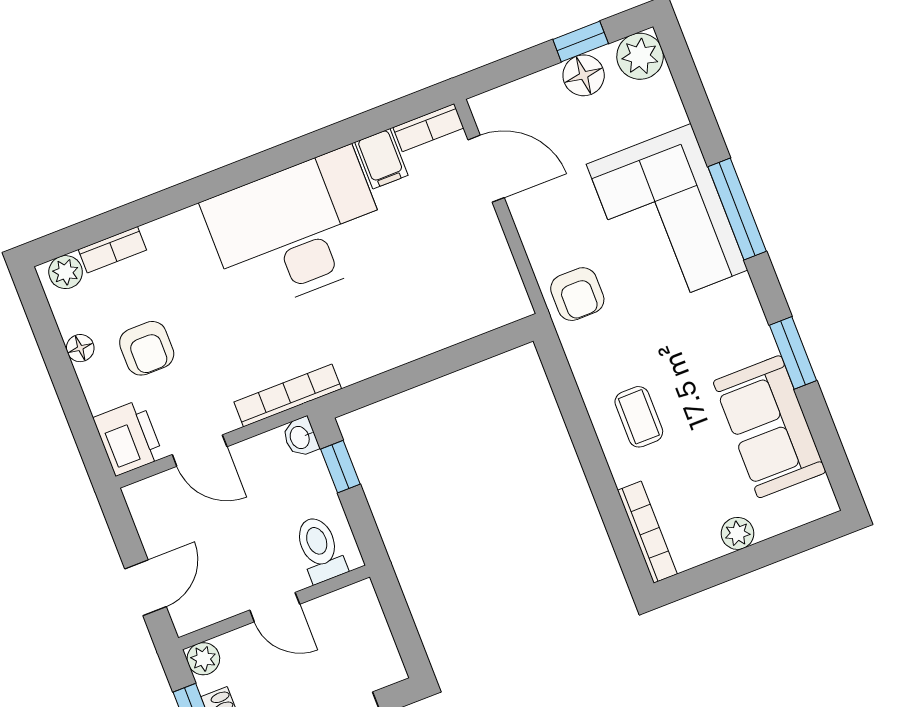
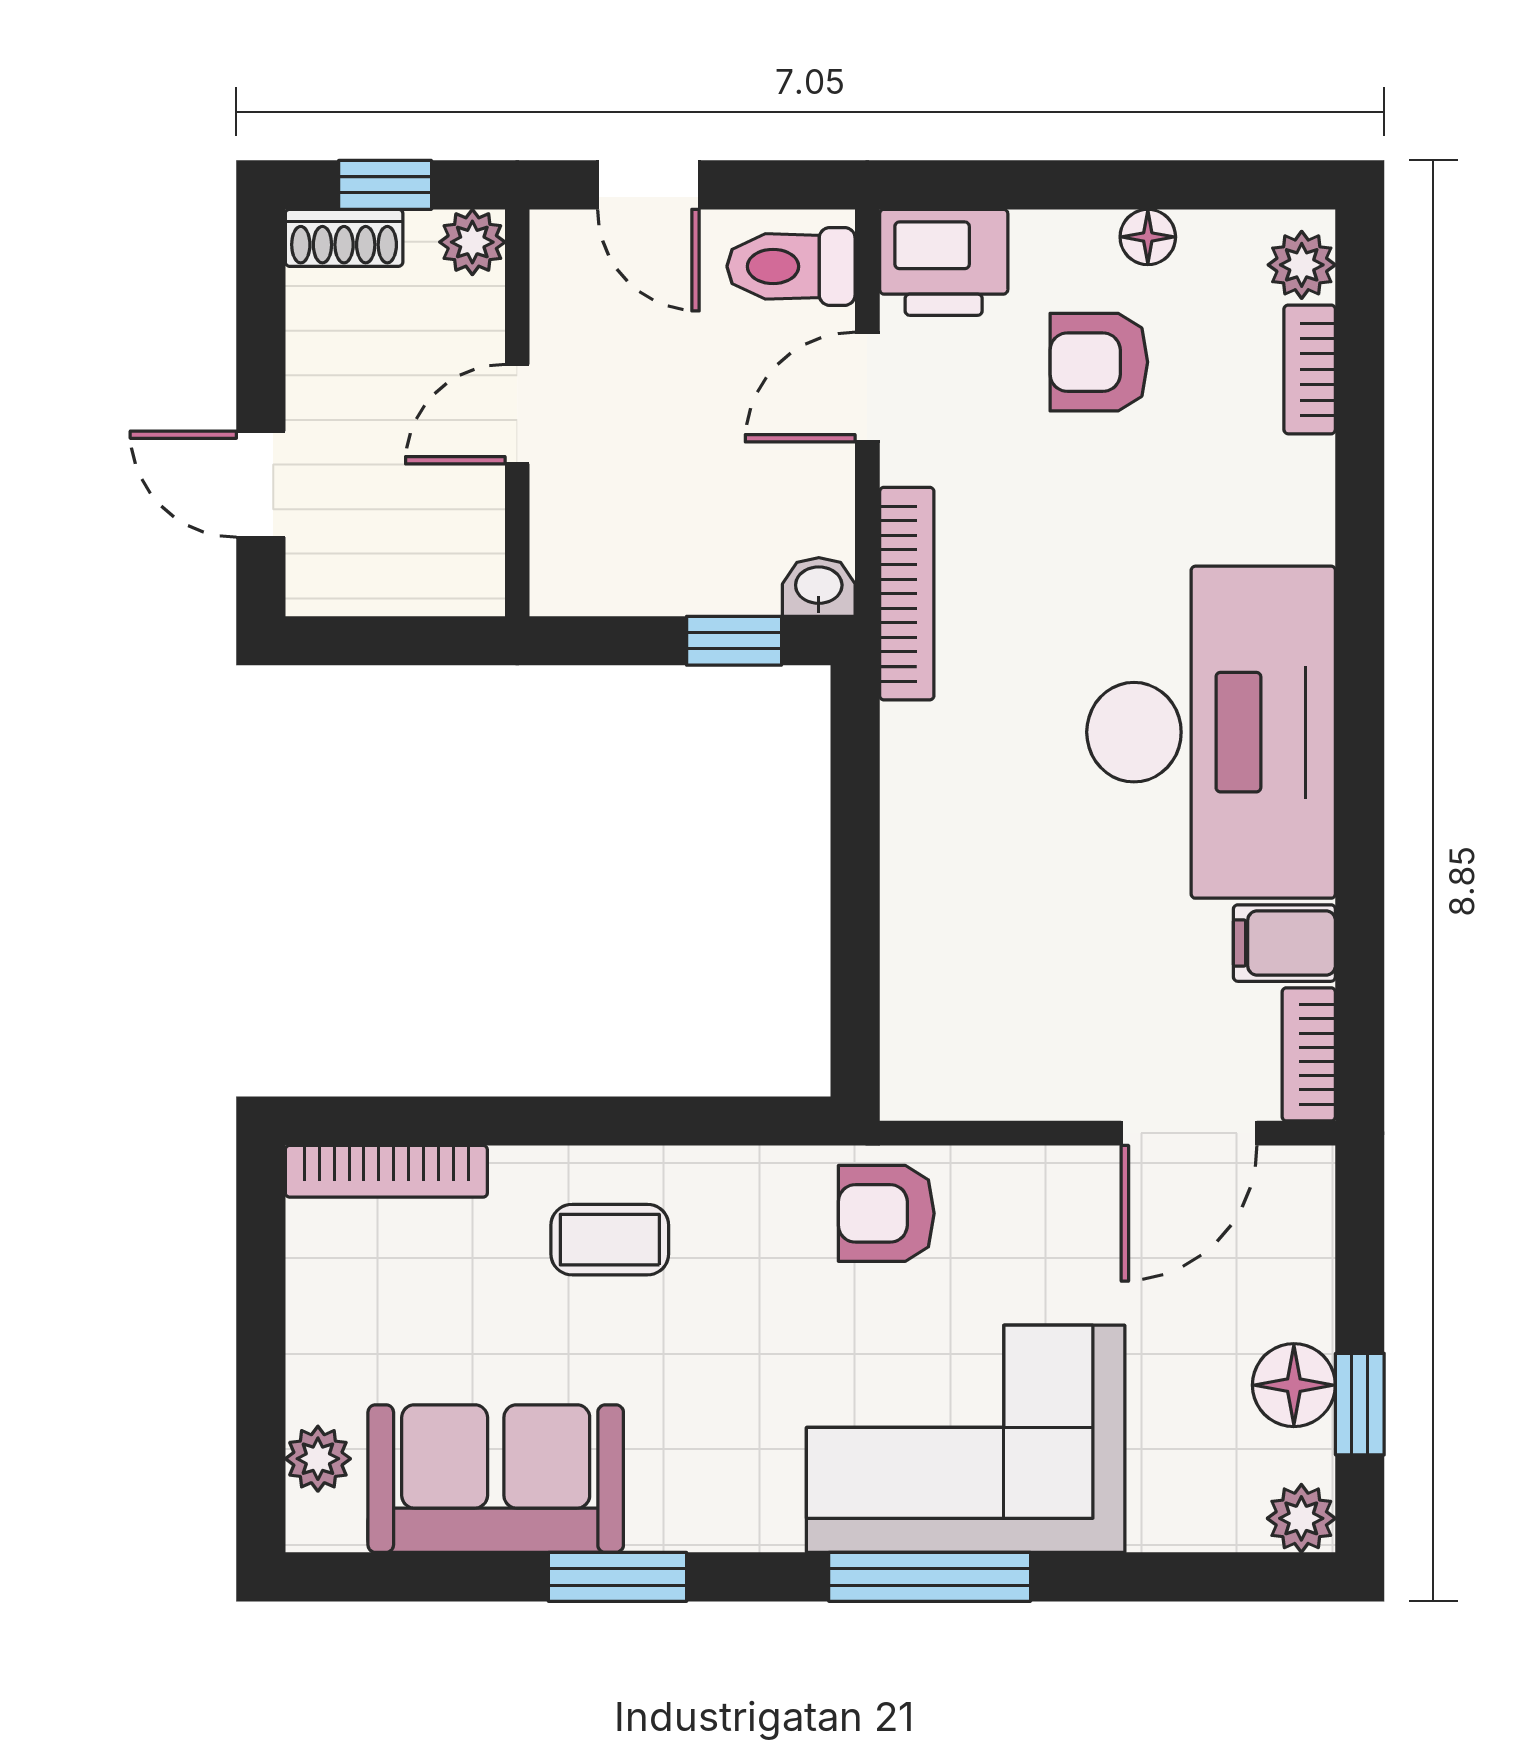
plant: (640, 56) -> (1301, 1518), width x0.73, depth x0.73
plant: (738, 533) -> (318, 1459), moved
toilet: (320, 549) -> (791, 266), moved, turned 180

